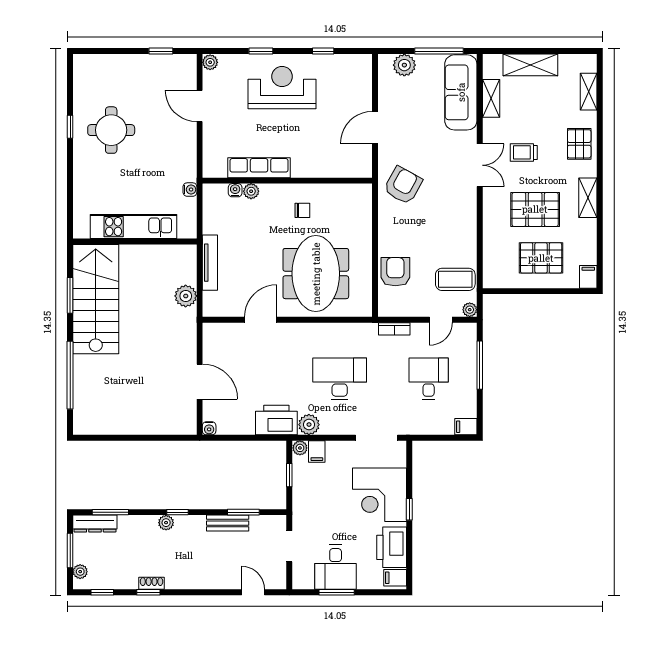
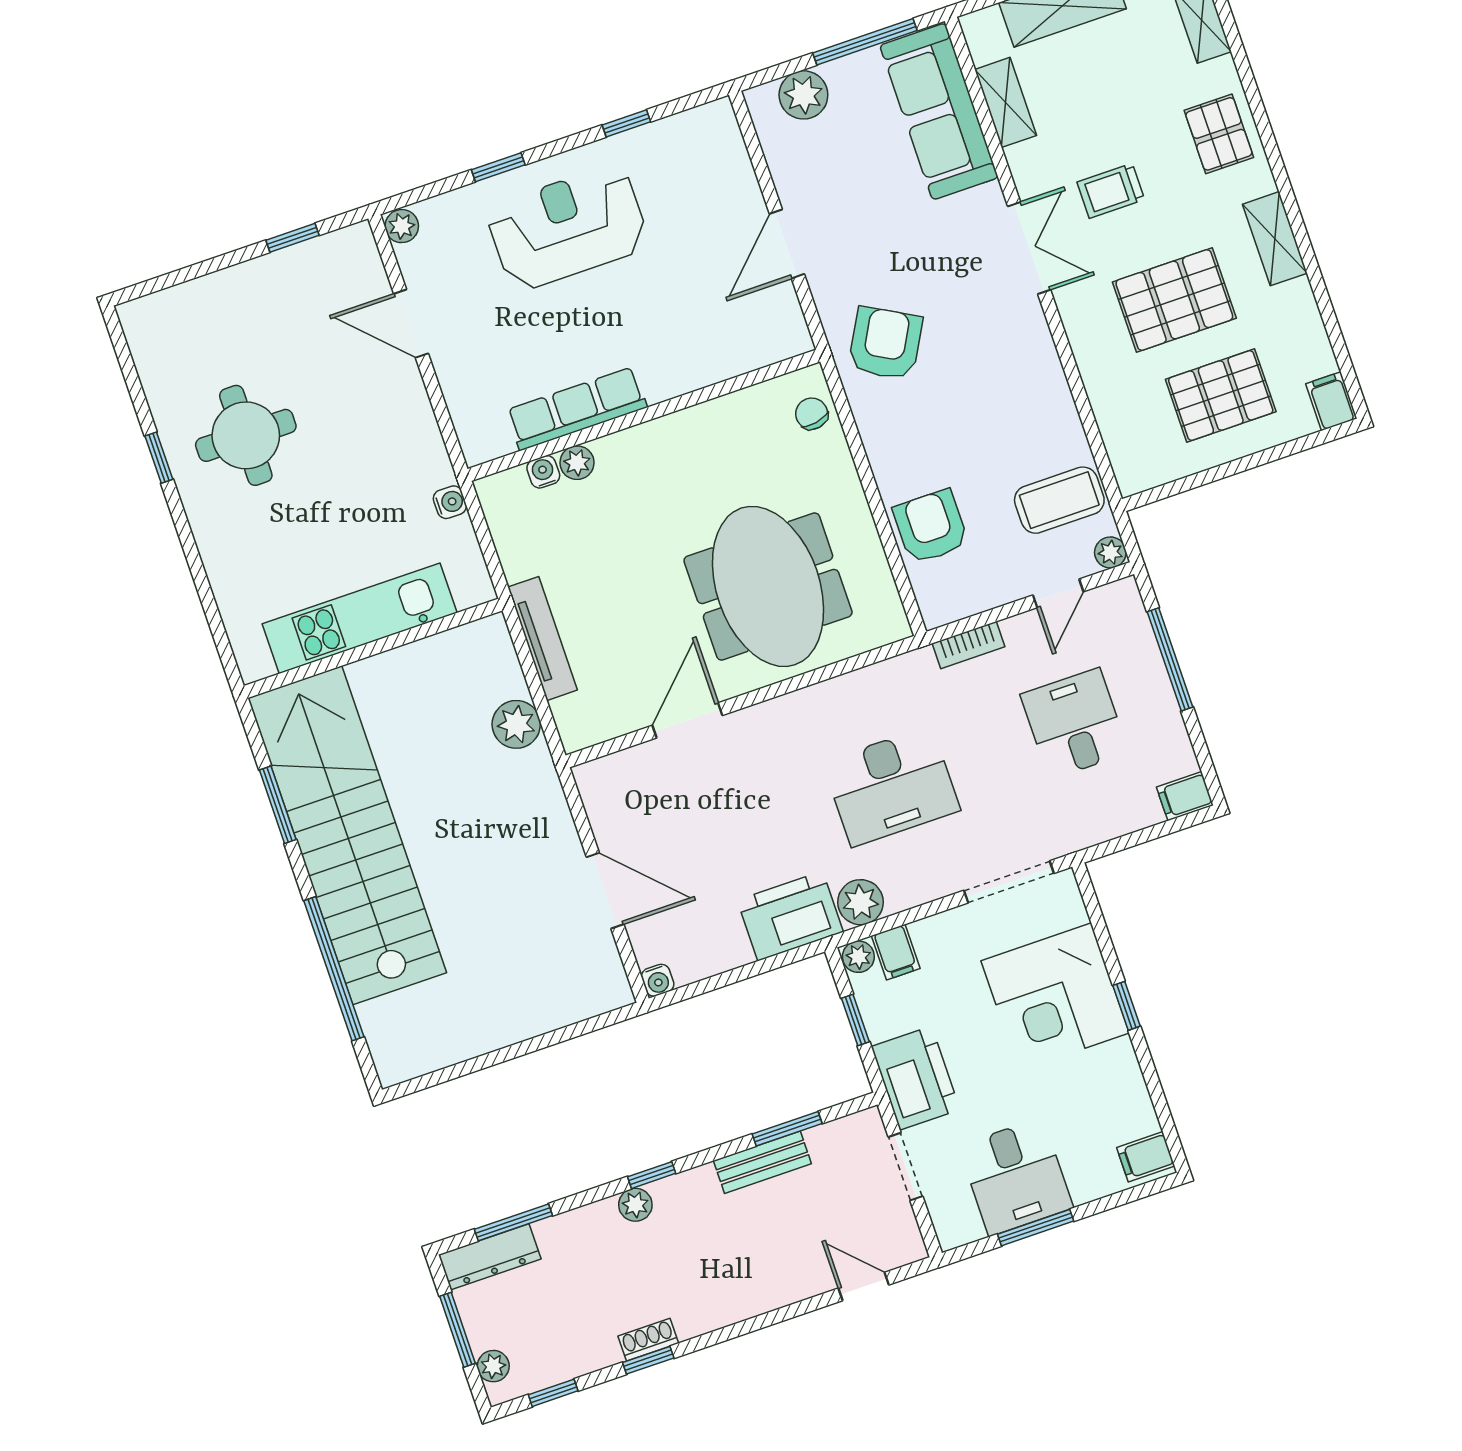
chair: (302, 210) -> (812, 414), moved, turned -101
stairs: (96, 299) -> (347, 835), width x1.36
desk: (340, 379) -> (891, 786), turned 180
printer: (392, 547) -> (916, 1078), moved, turned 180

